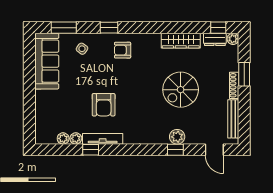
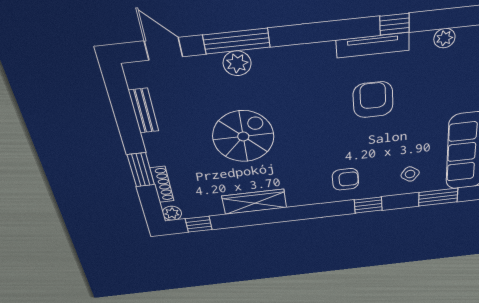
dresser: (215, 39) -> (201, 209), removed
shoe rack: (234, 85) -> (162, 184), moved
bench: (233, 119) -> (144, 111), width x0.73
plant: (76, 138) -> (421, 41), removed
window: (175, 150) -> (237, 41), width x2.17

